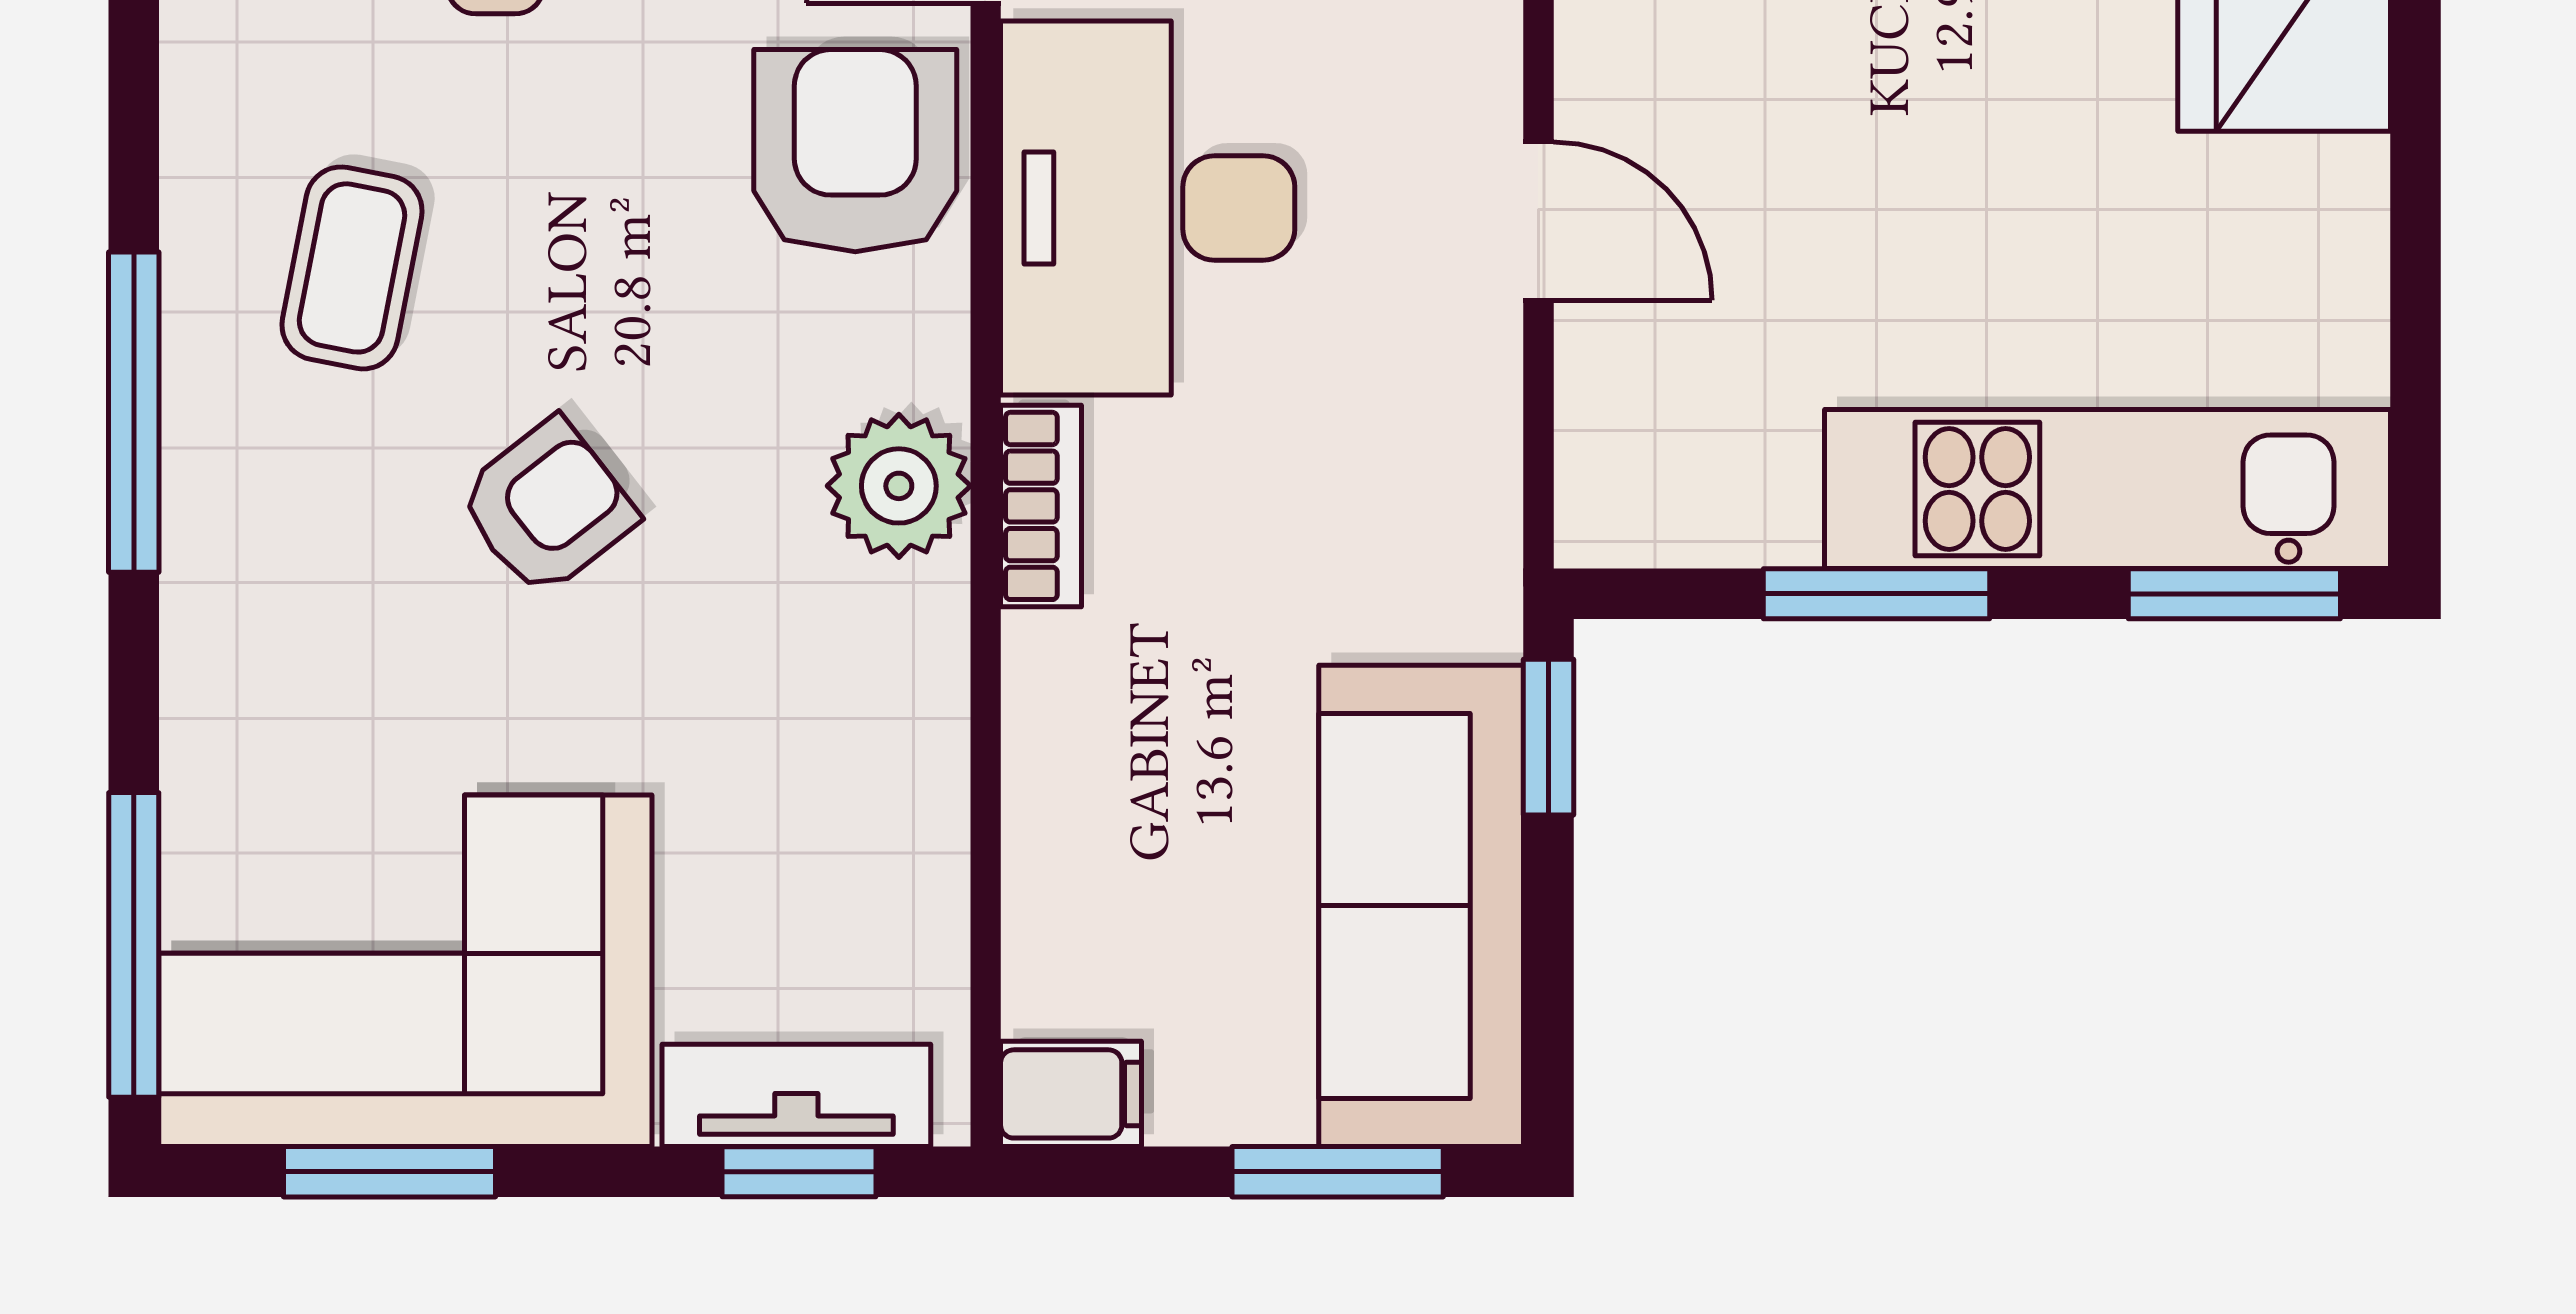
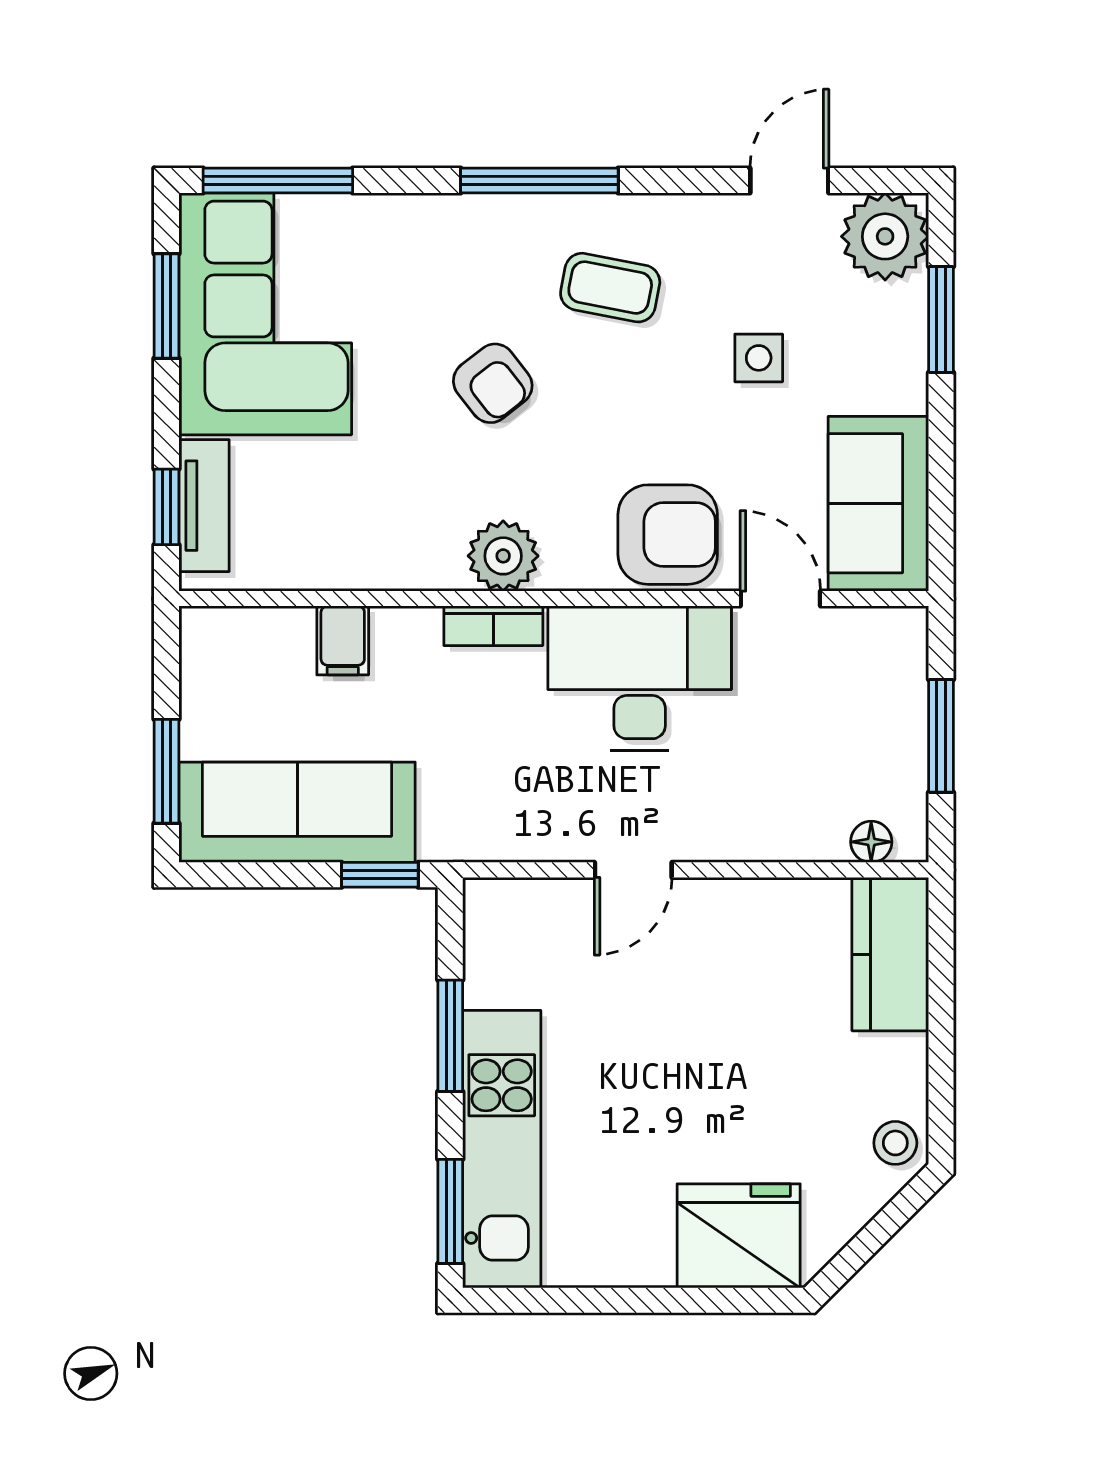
filing cabinet: (1071, 1094) -> (343, 640), moved

